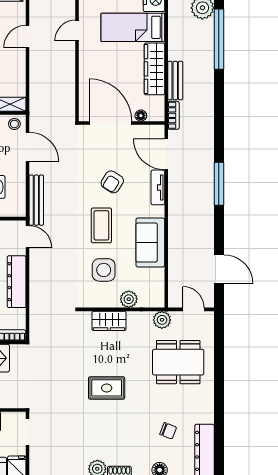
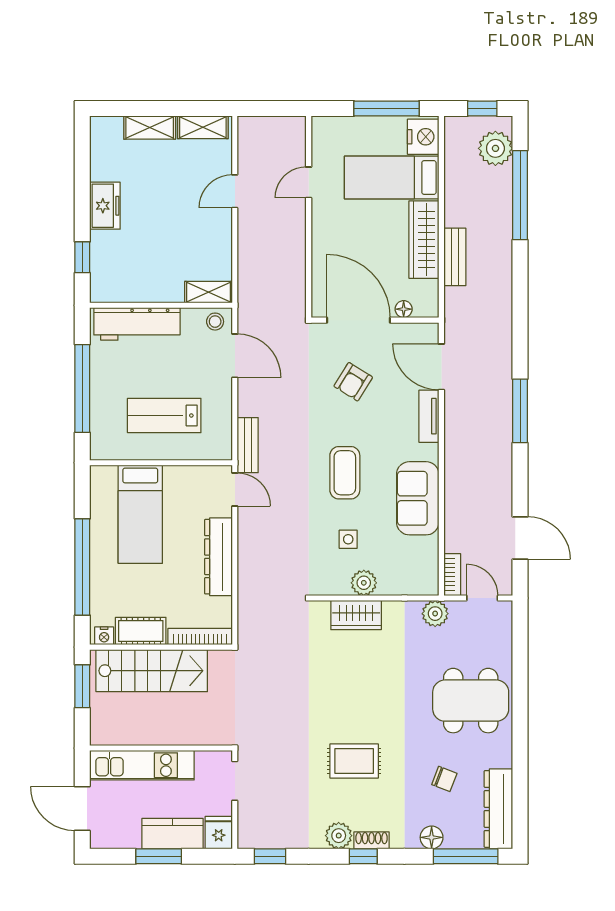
bookcase: (173, 115) -> (452, 575), moved
armchair: (112, 182) -> (353, 382), moved
bench: (36, 200) -> (248, 445), width x0.73
side table: (104, 270) -> (348, 539), width x0.54, depth x0.54
plant: (129, 299) -> (364, 583), moved
dining table: (178, 362) -> (471, 701), moved
rug: (107, 388) -> (354, 761), moved

